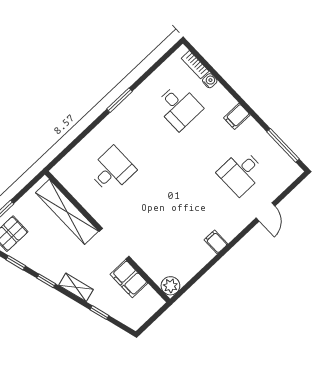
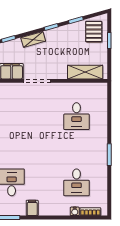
desk: (179, 107) -> (77, 182), turned -90
filing cabinet: (237, 116) -> (32, 208), moved
shelving: (67, 212) -> (85, 72), width x0.68

